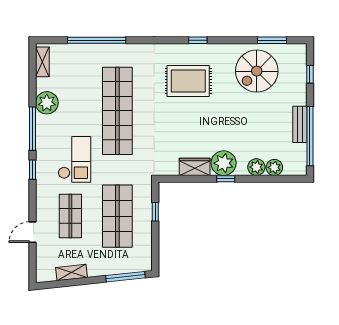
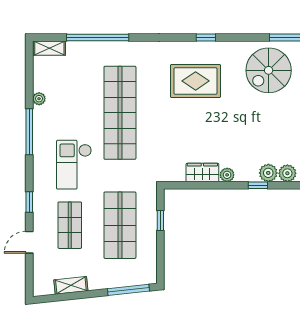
shelving: (42, 62) -> (49, 48), moved, turned 90
plant: (47, 103) -> (39, 99), width x0.53, depth x0.53
checkout: (74, 159) -> (74, 165), turned 180
plant: (224, 163) -> (227, 175), width x0.53, depth x0.53
window: (32, 170) -> (29, 202), moved
window: (226, 179) -> (258, 185), moved

